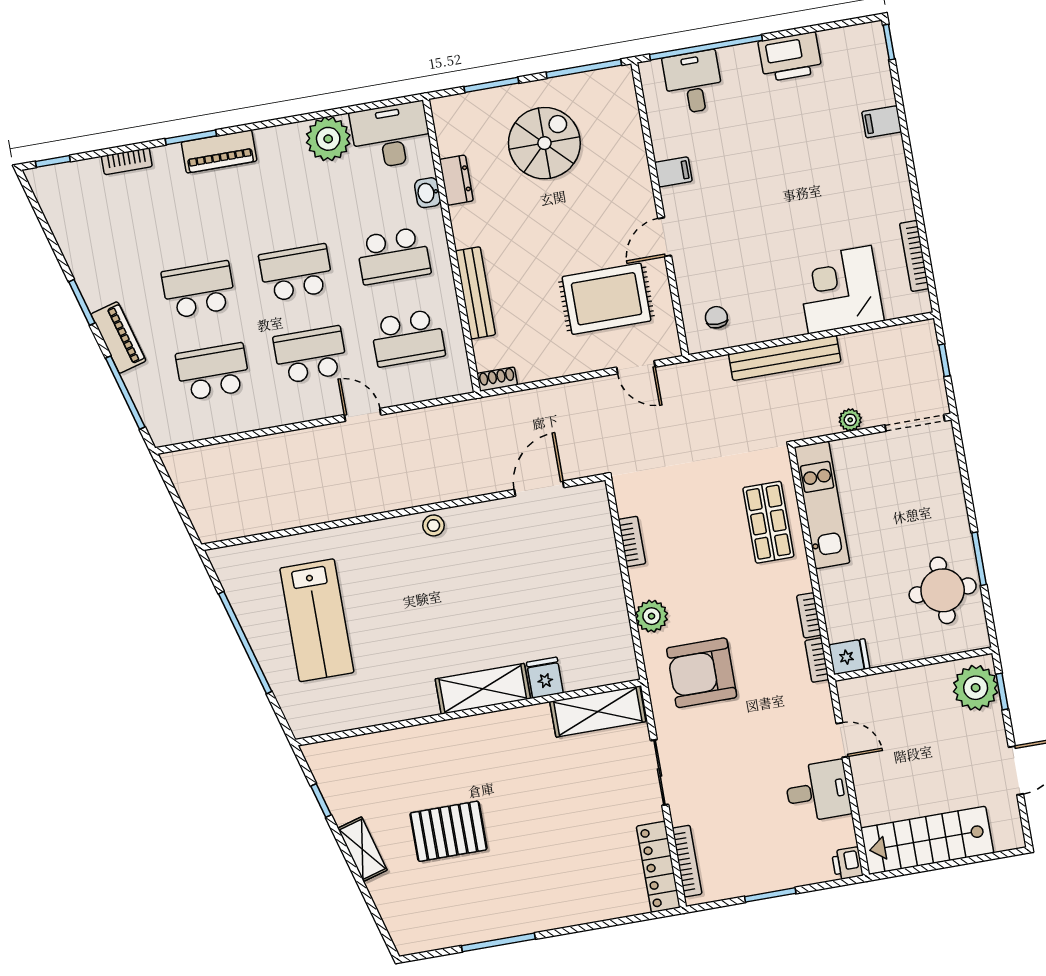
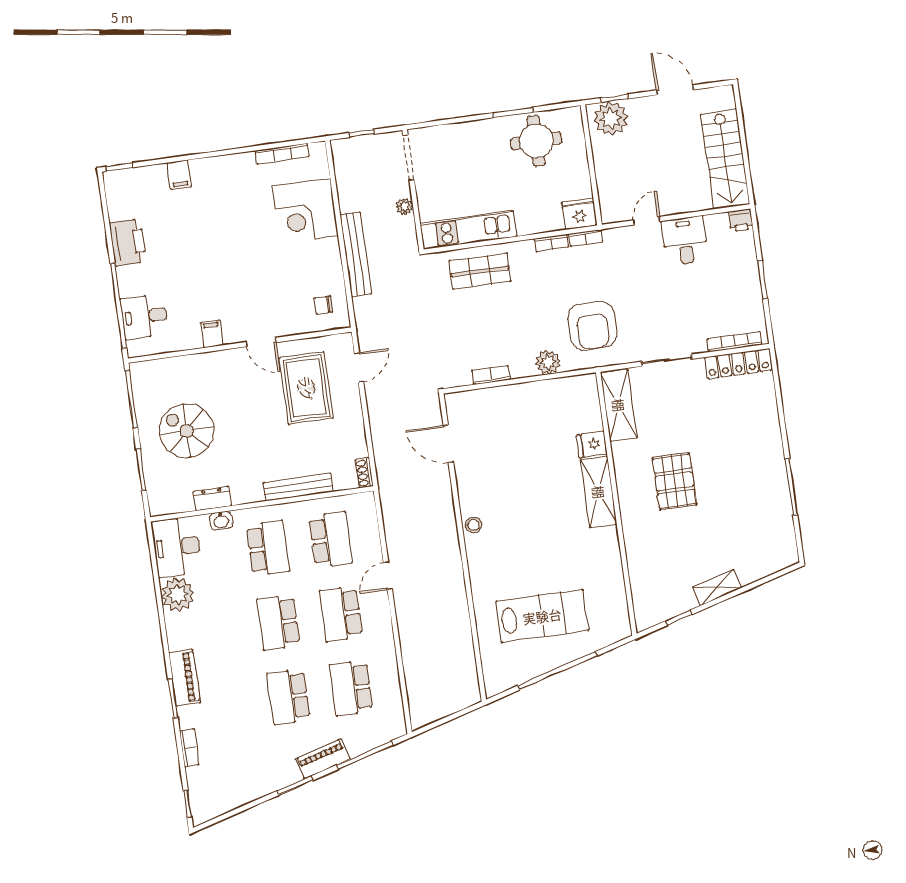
fridge: (849, 657) -> (580, 214), width x1.38
pallet: (448, 831) -> (674, 481), moved

